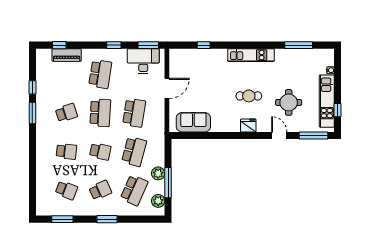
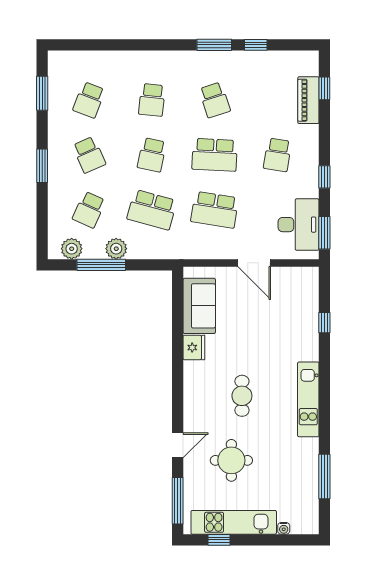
school desk: (100, 74) -> (277, 155), width x0.54
fridge: (248, 126) -> (194, 348), moved
school desk: (134, 190) -> (89, 210), width x0.54

